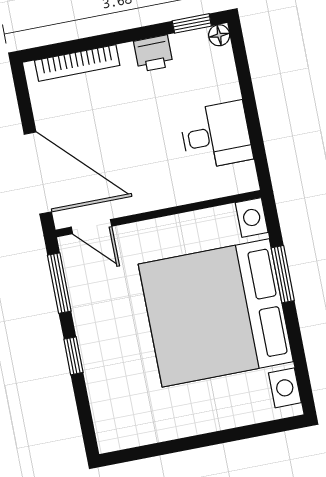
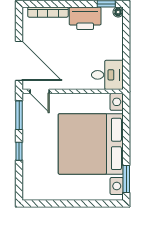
printer: (153, 53) -> (85, 18), width x1.87, depth x1.48
desk: (216, 135) -> (107, 75), moved
window: (283, 274) -> (126, 179), moved

